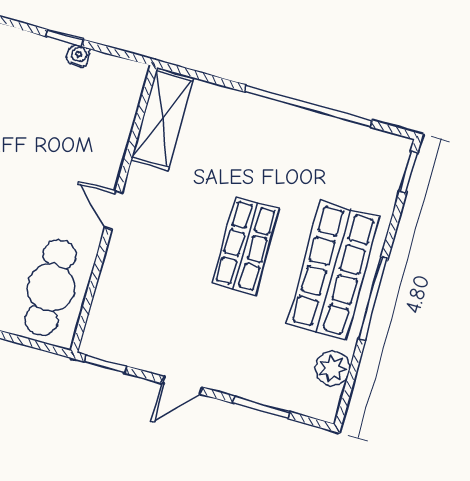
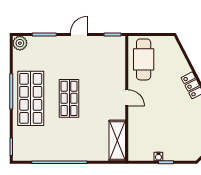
plant: (333, 368) -> (20, 43), moved

